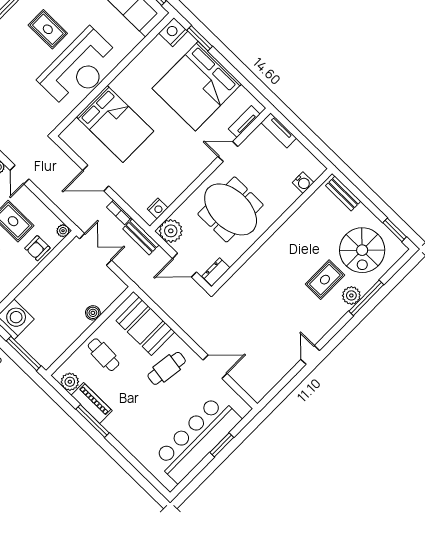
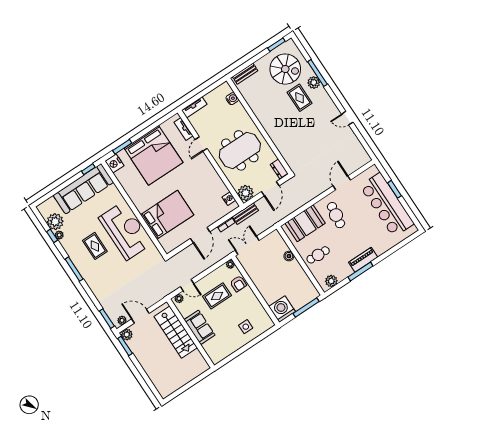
rug: (48, 29) -> (95, 246), turned 90
piano: (92, 403) -> (363, 260), moved

